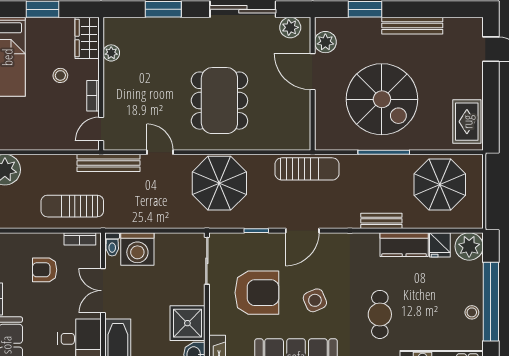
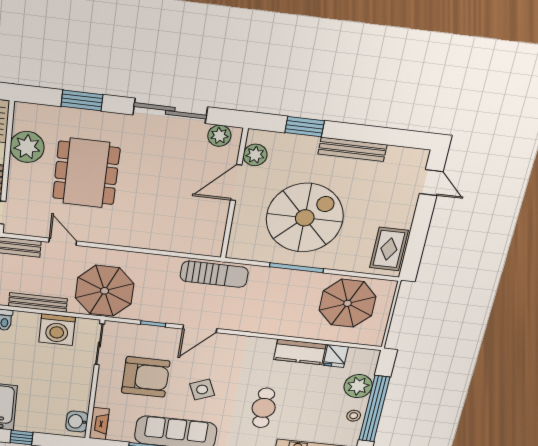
plant: (111, 53) -> (27, 147), width x1.87, depth x1.87
door: (313, 72) -> (236, 183), hinge flipped
spiral stairs: (382, 99) -> (305, 218), turned -90
dining table: (219, 101) -> (86, 173), moved
parasol: (219, 183) -> (105, 291), moved
bench: (381, 221) -> (38, 302), moved, width x1.36
plant: (469, 246) -> (358, 386), moved
washing machine: (137, 249) -> (57, 330), moved
shower: (187, 323) -> (73, 395), removed

